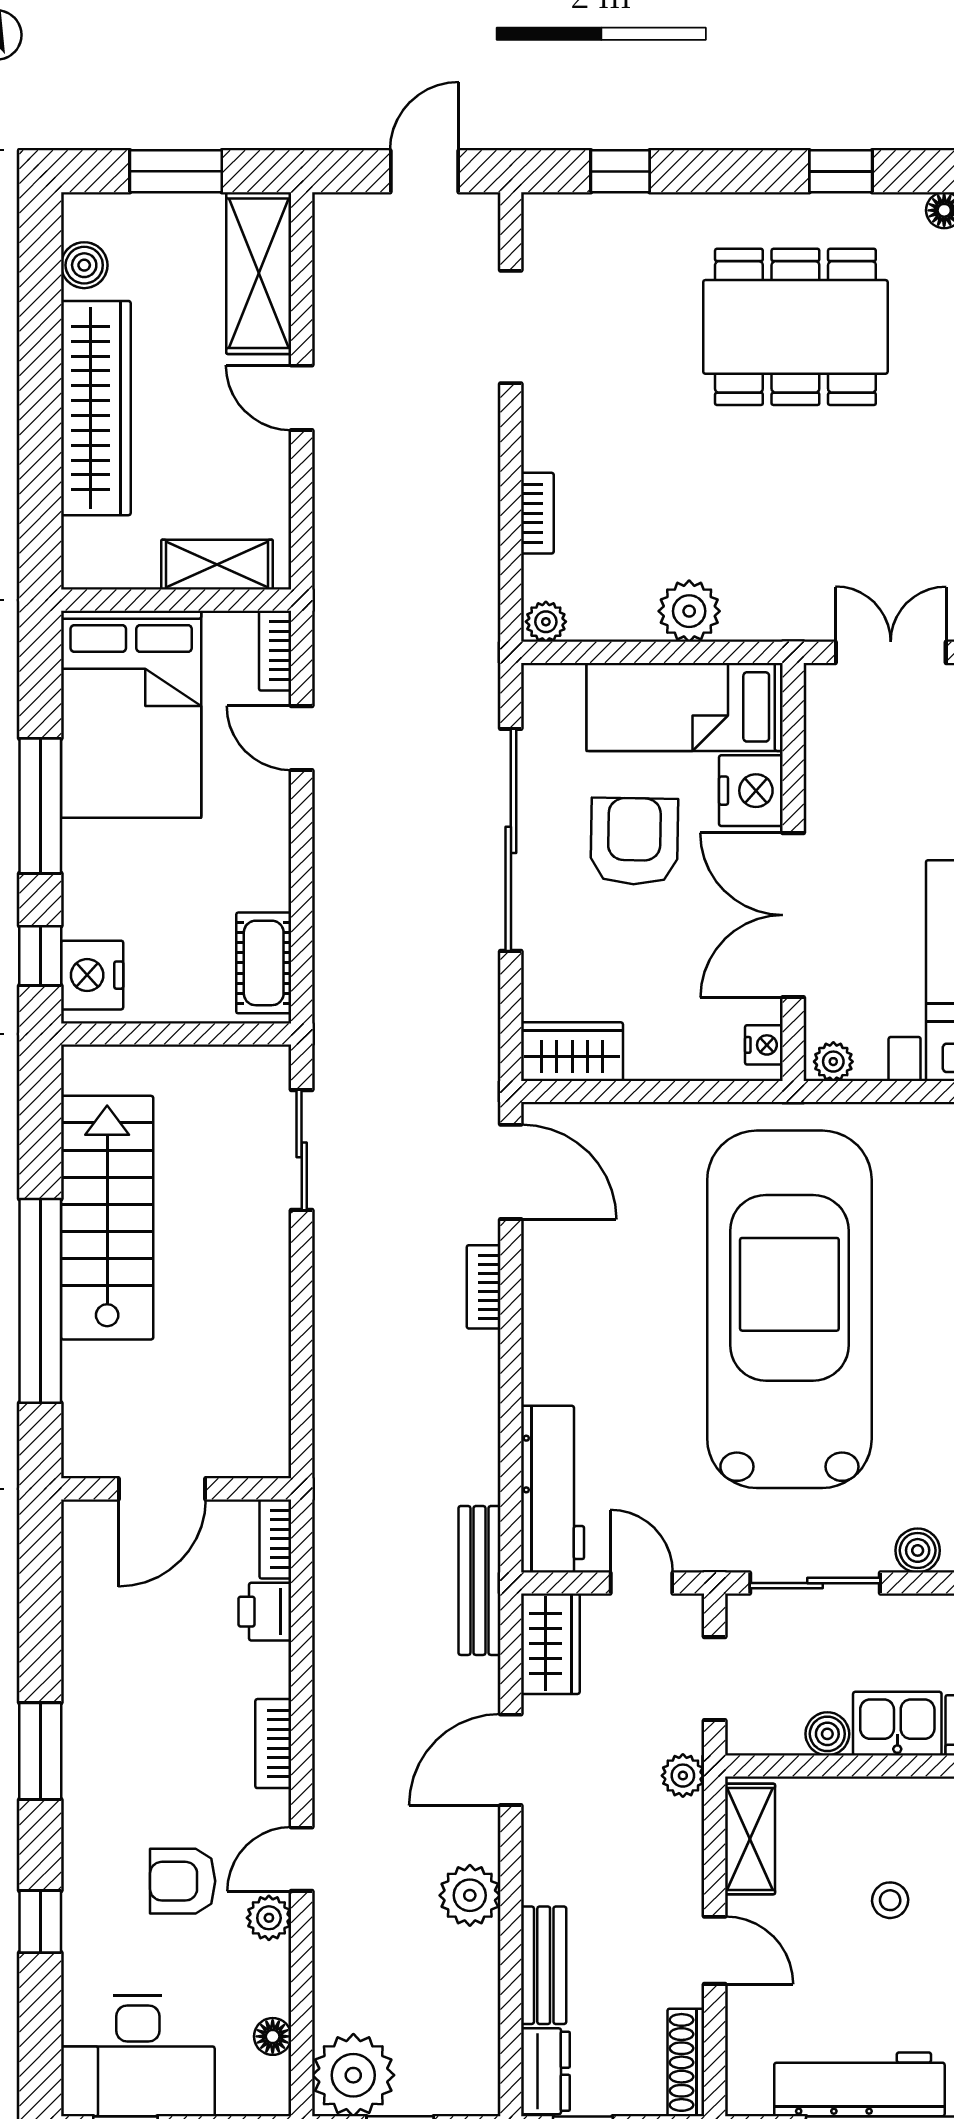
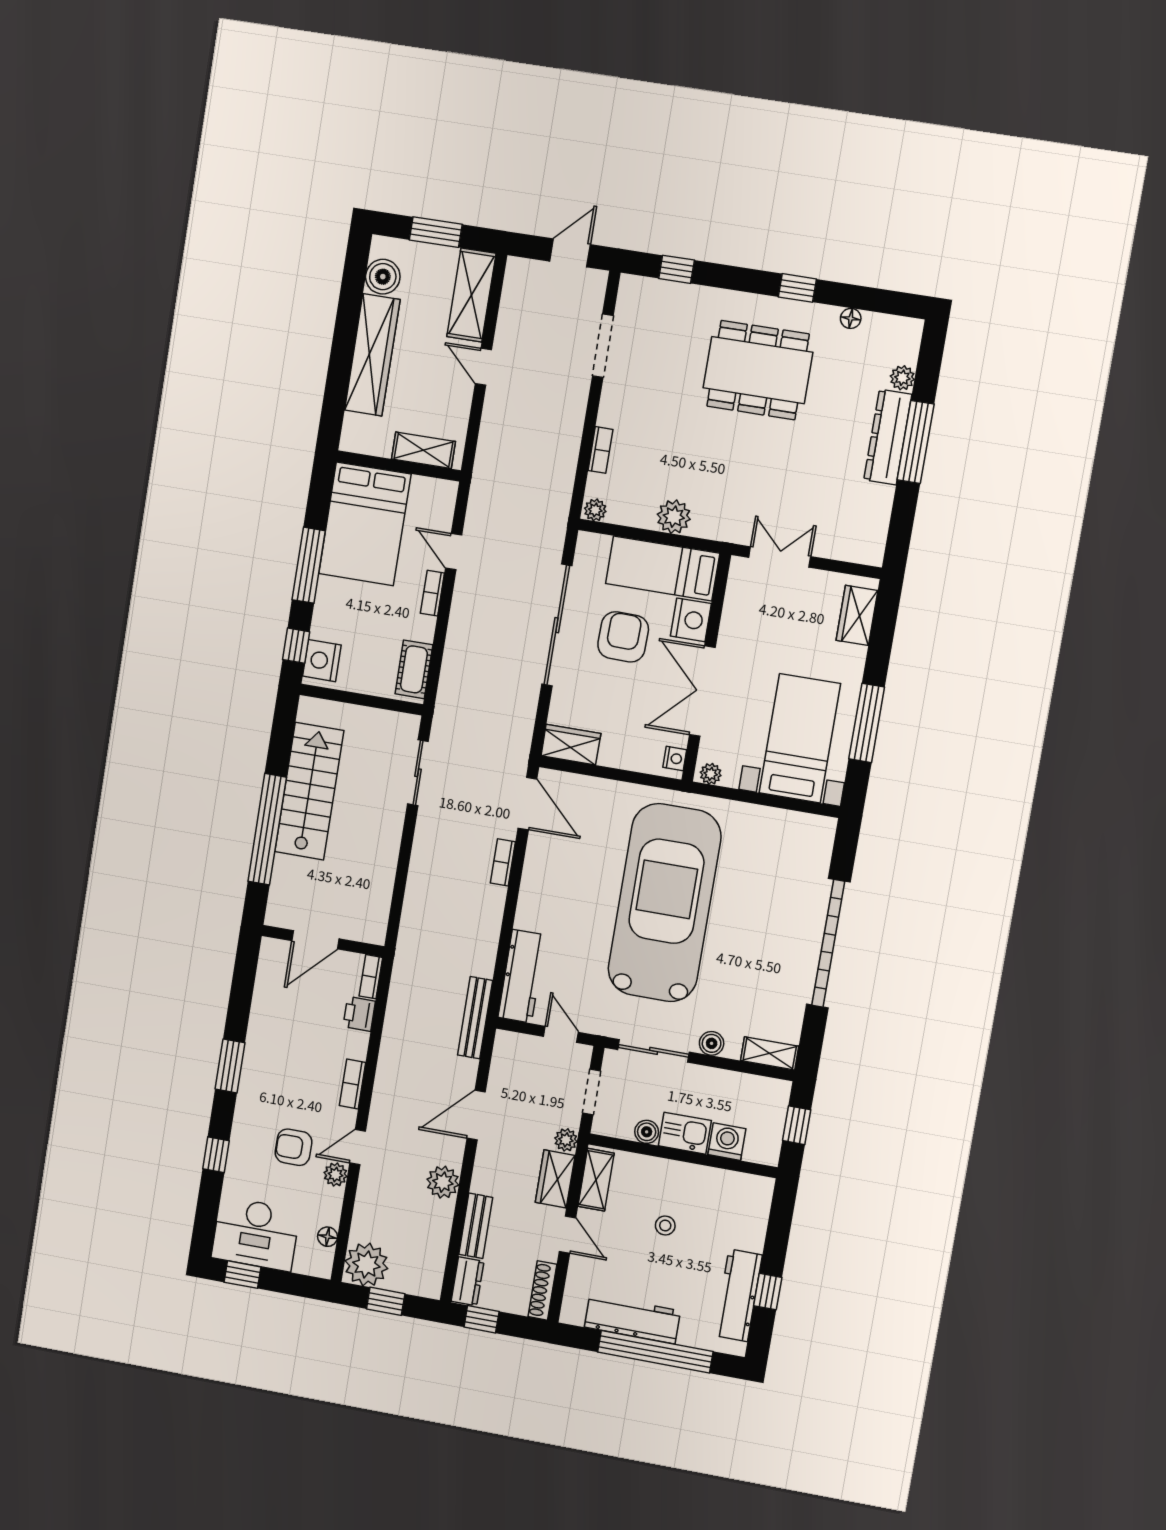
boiler: (84, 265) -> (383, 277), width x1.36, depth x1.36
bookcase: (275, 651) -> (432, 593), moved
wardrobe: (550, 1644) -> (555, 1179), moved, turned 180

